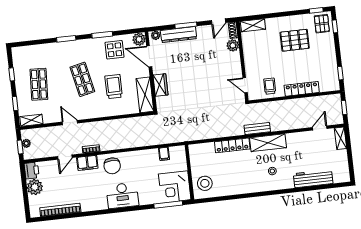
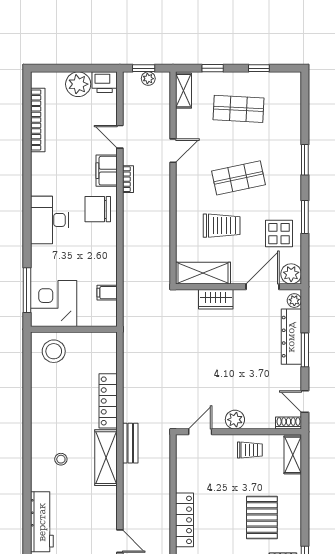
plant: (233, 45) -> (235, 420), moved
trolley: (270, 86) -> (250, 450), moved

